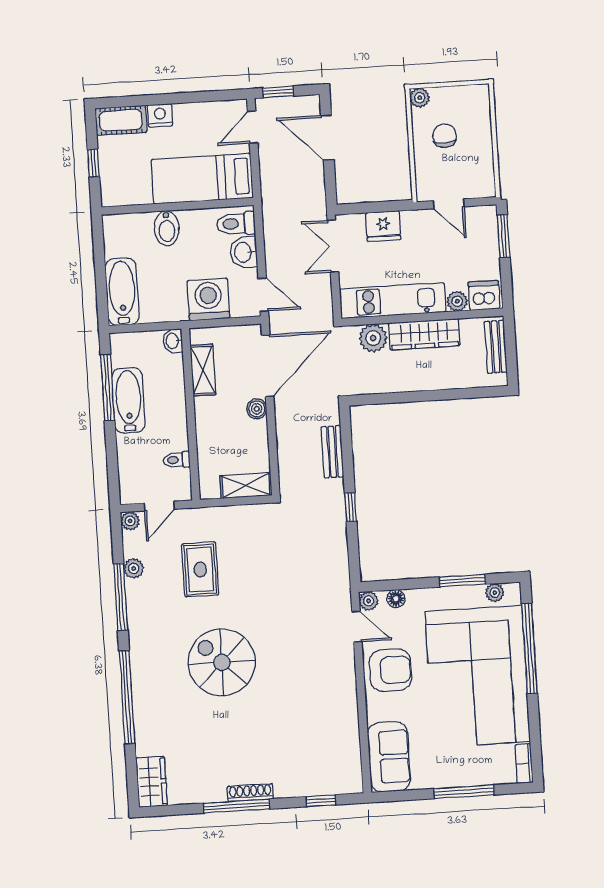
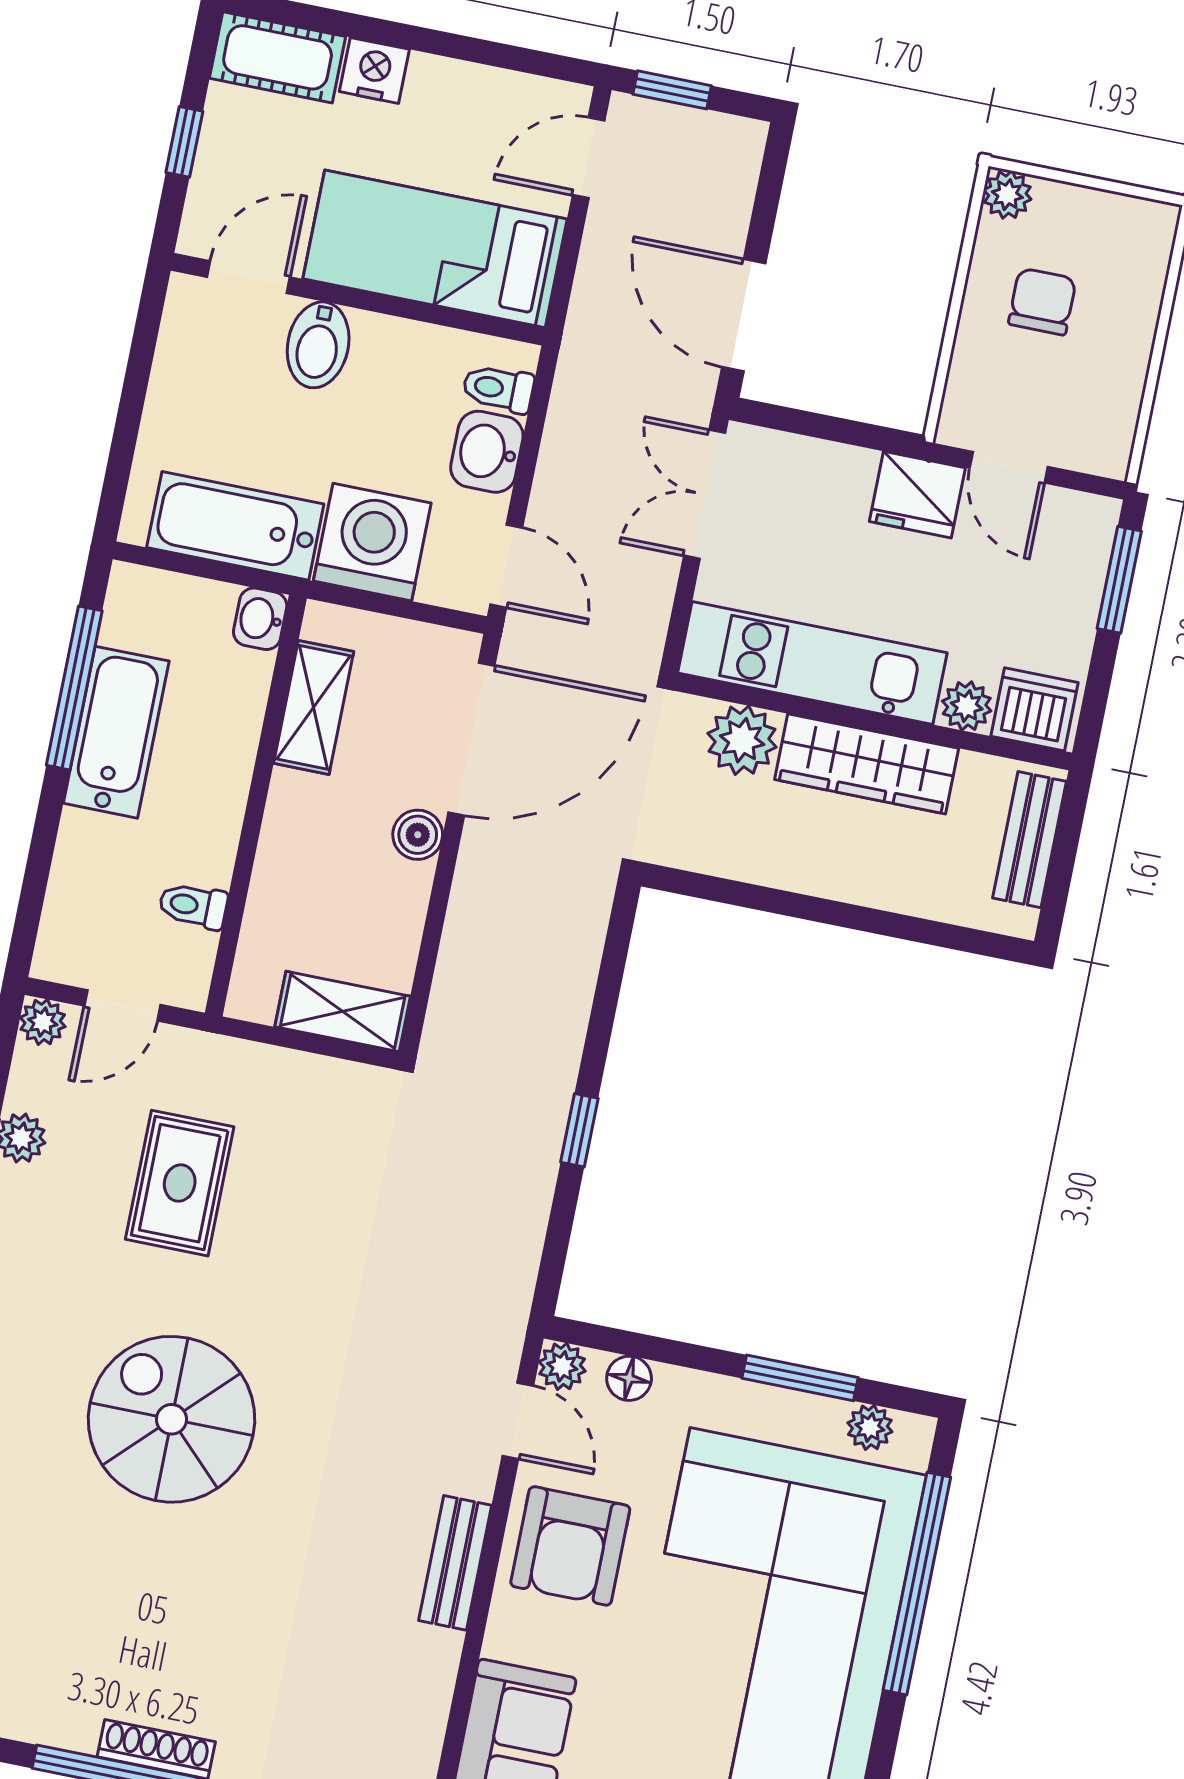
door: (327, 138) -> (744, 315), moved
door: (133, 209) -> (249, 277), added
toilet: (236, 224) -> (498, 389), width x0.73, depth x0.72
fridge: (383, 226) -> (917, 495), moved
bathtub: (122, 292) -> (235, 526), moved, turned -90
bench: (332, 452) -> (455, 1563), moved
armchair: (390, 670) -> (570, 1546), turned 90

